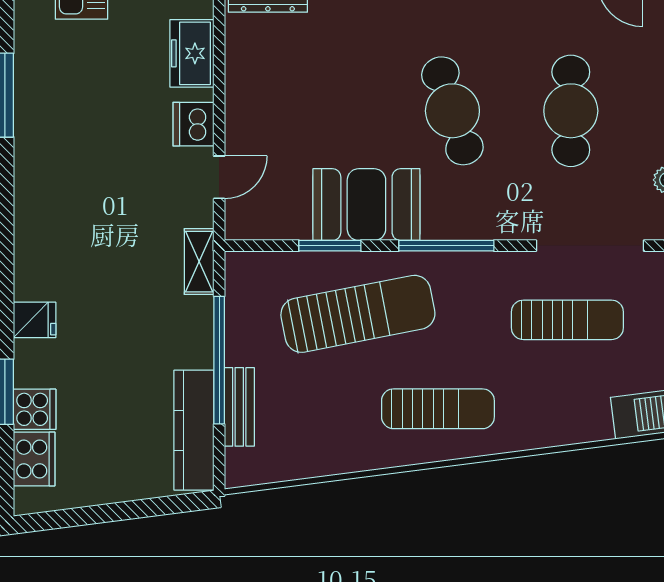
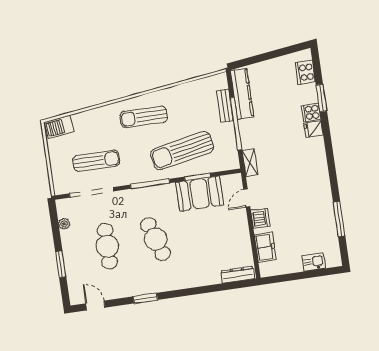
booth: (366, 205) -> (200, 194), moved
sun lounger: (567, 320) -> (96, 161), turned 180
cooker: (35, 409) -> (311, 112), moved

